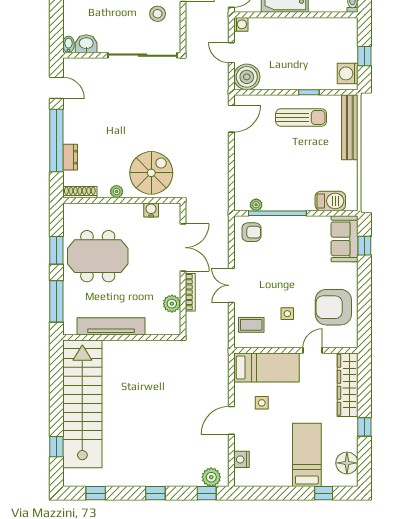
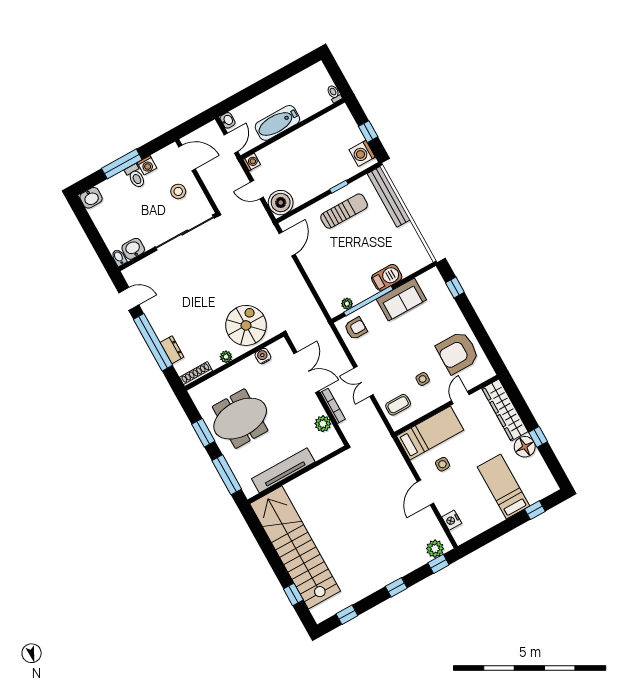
barbecue: (330, 201) -> (387, 277), moved
sofa: (345, 239) -> (401, 300), moved, turned -90
floor lamp: (347, 463) -> (525, 447), moved

